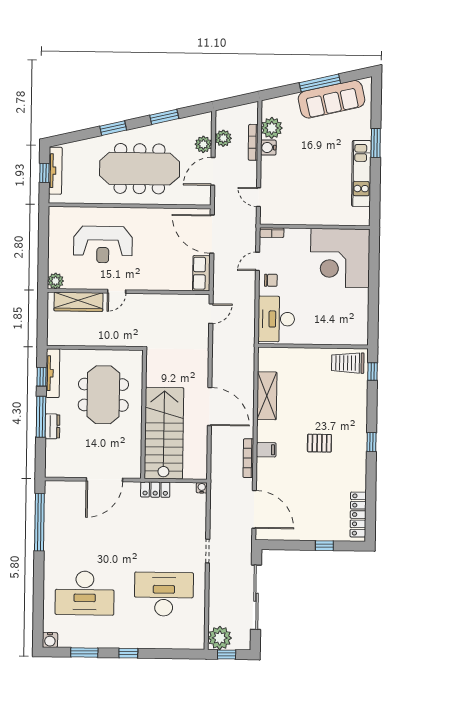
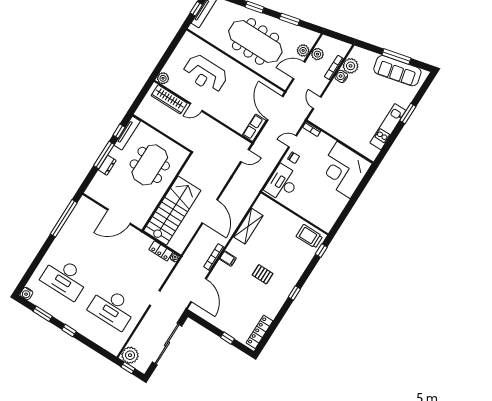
locker: (155, 490) -> (161, 251), moved
desk: (164, 594) -> (112, 308), turned 180

